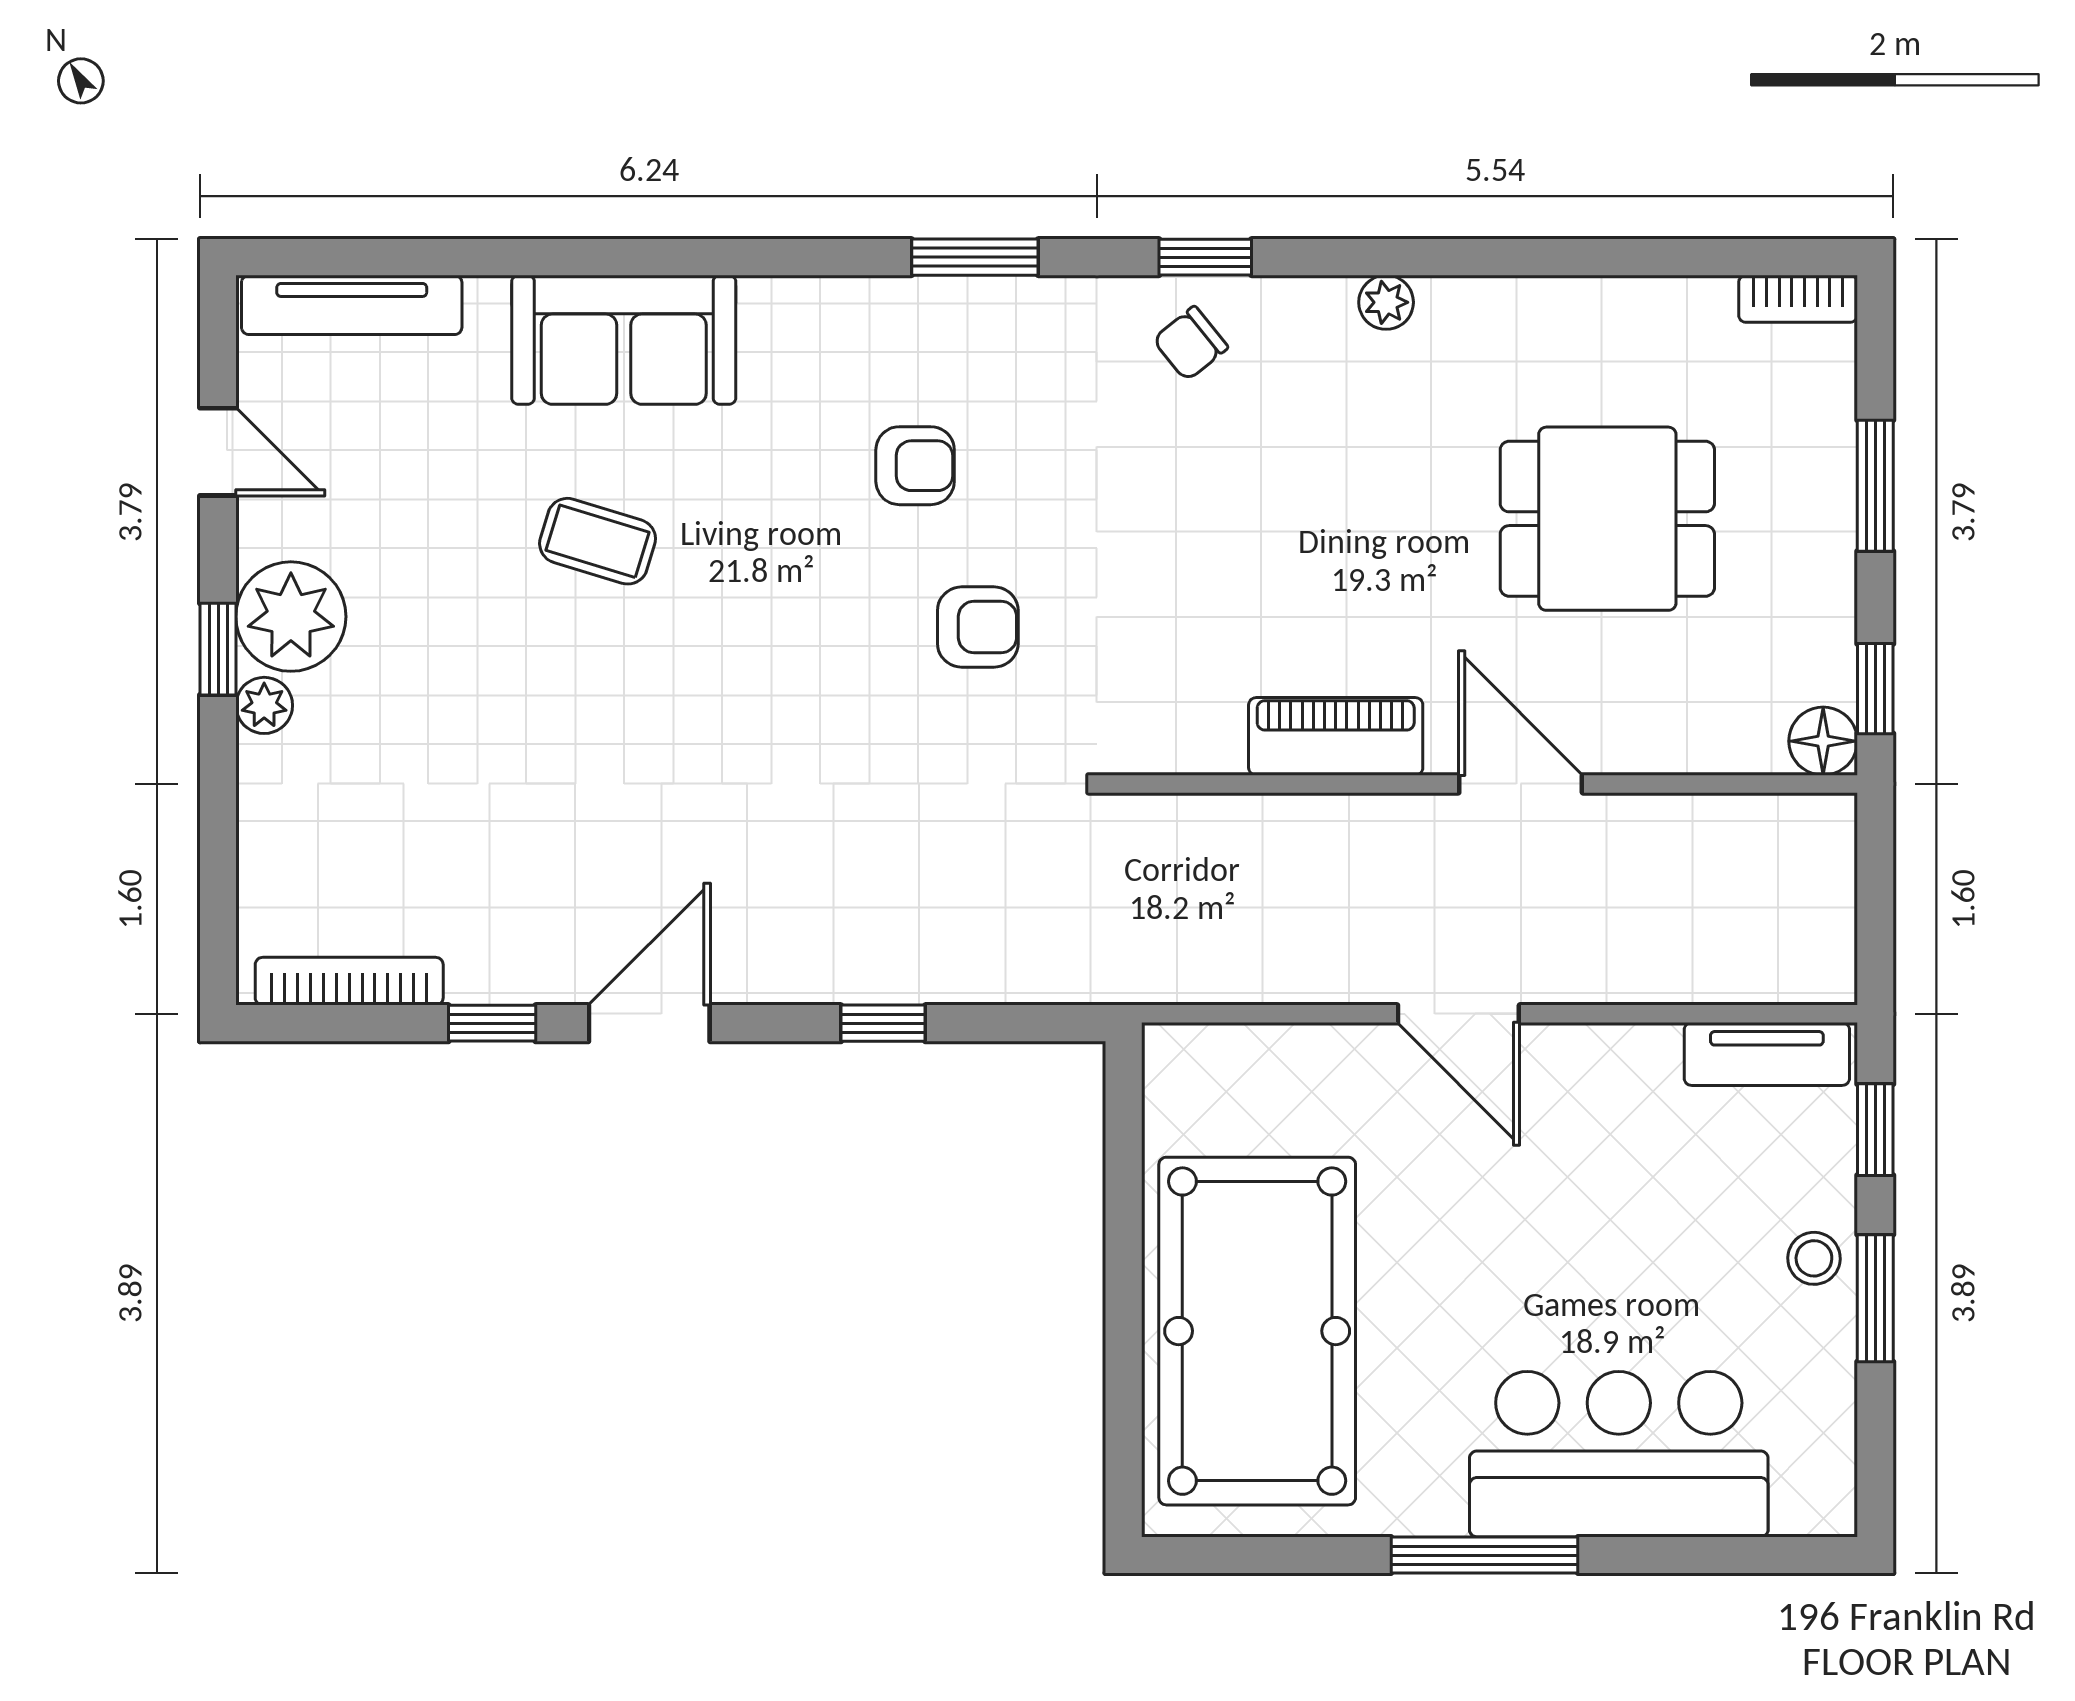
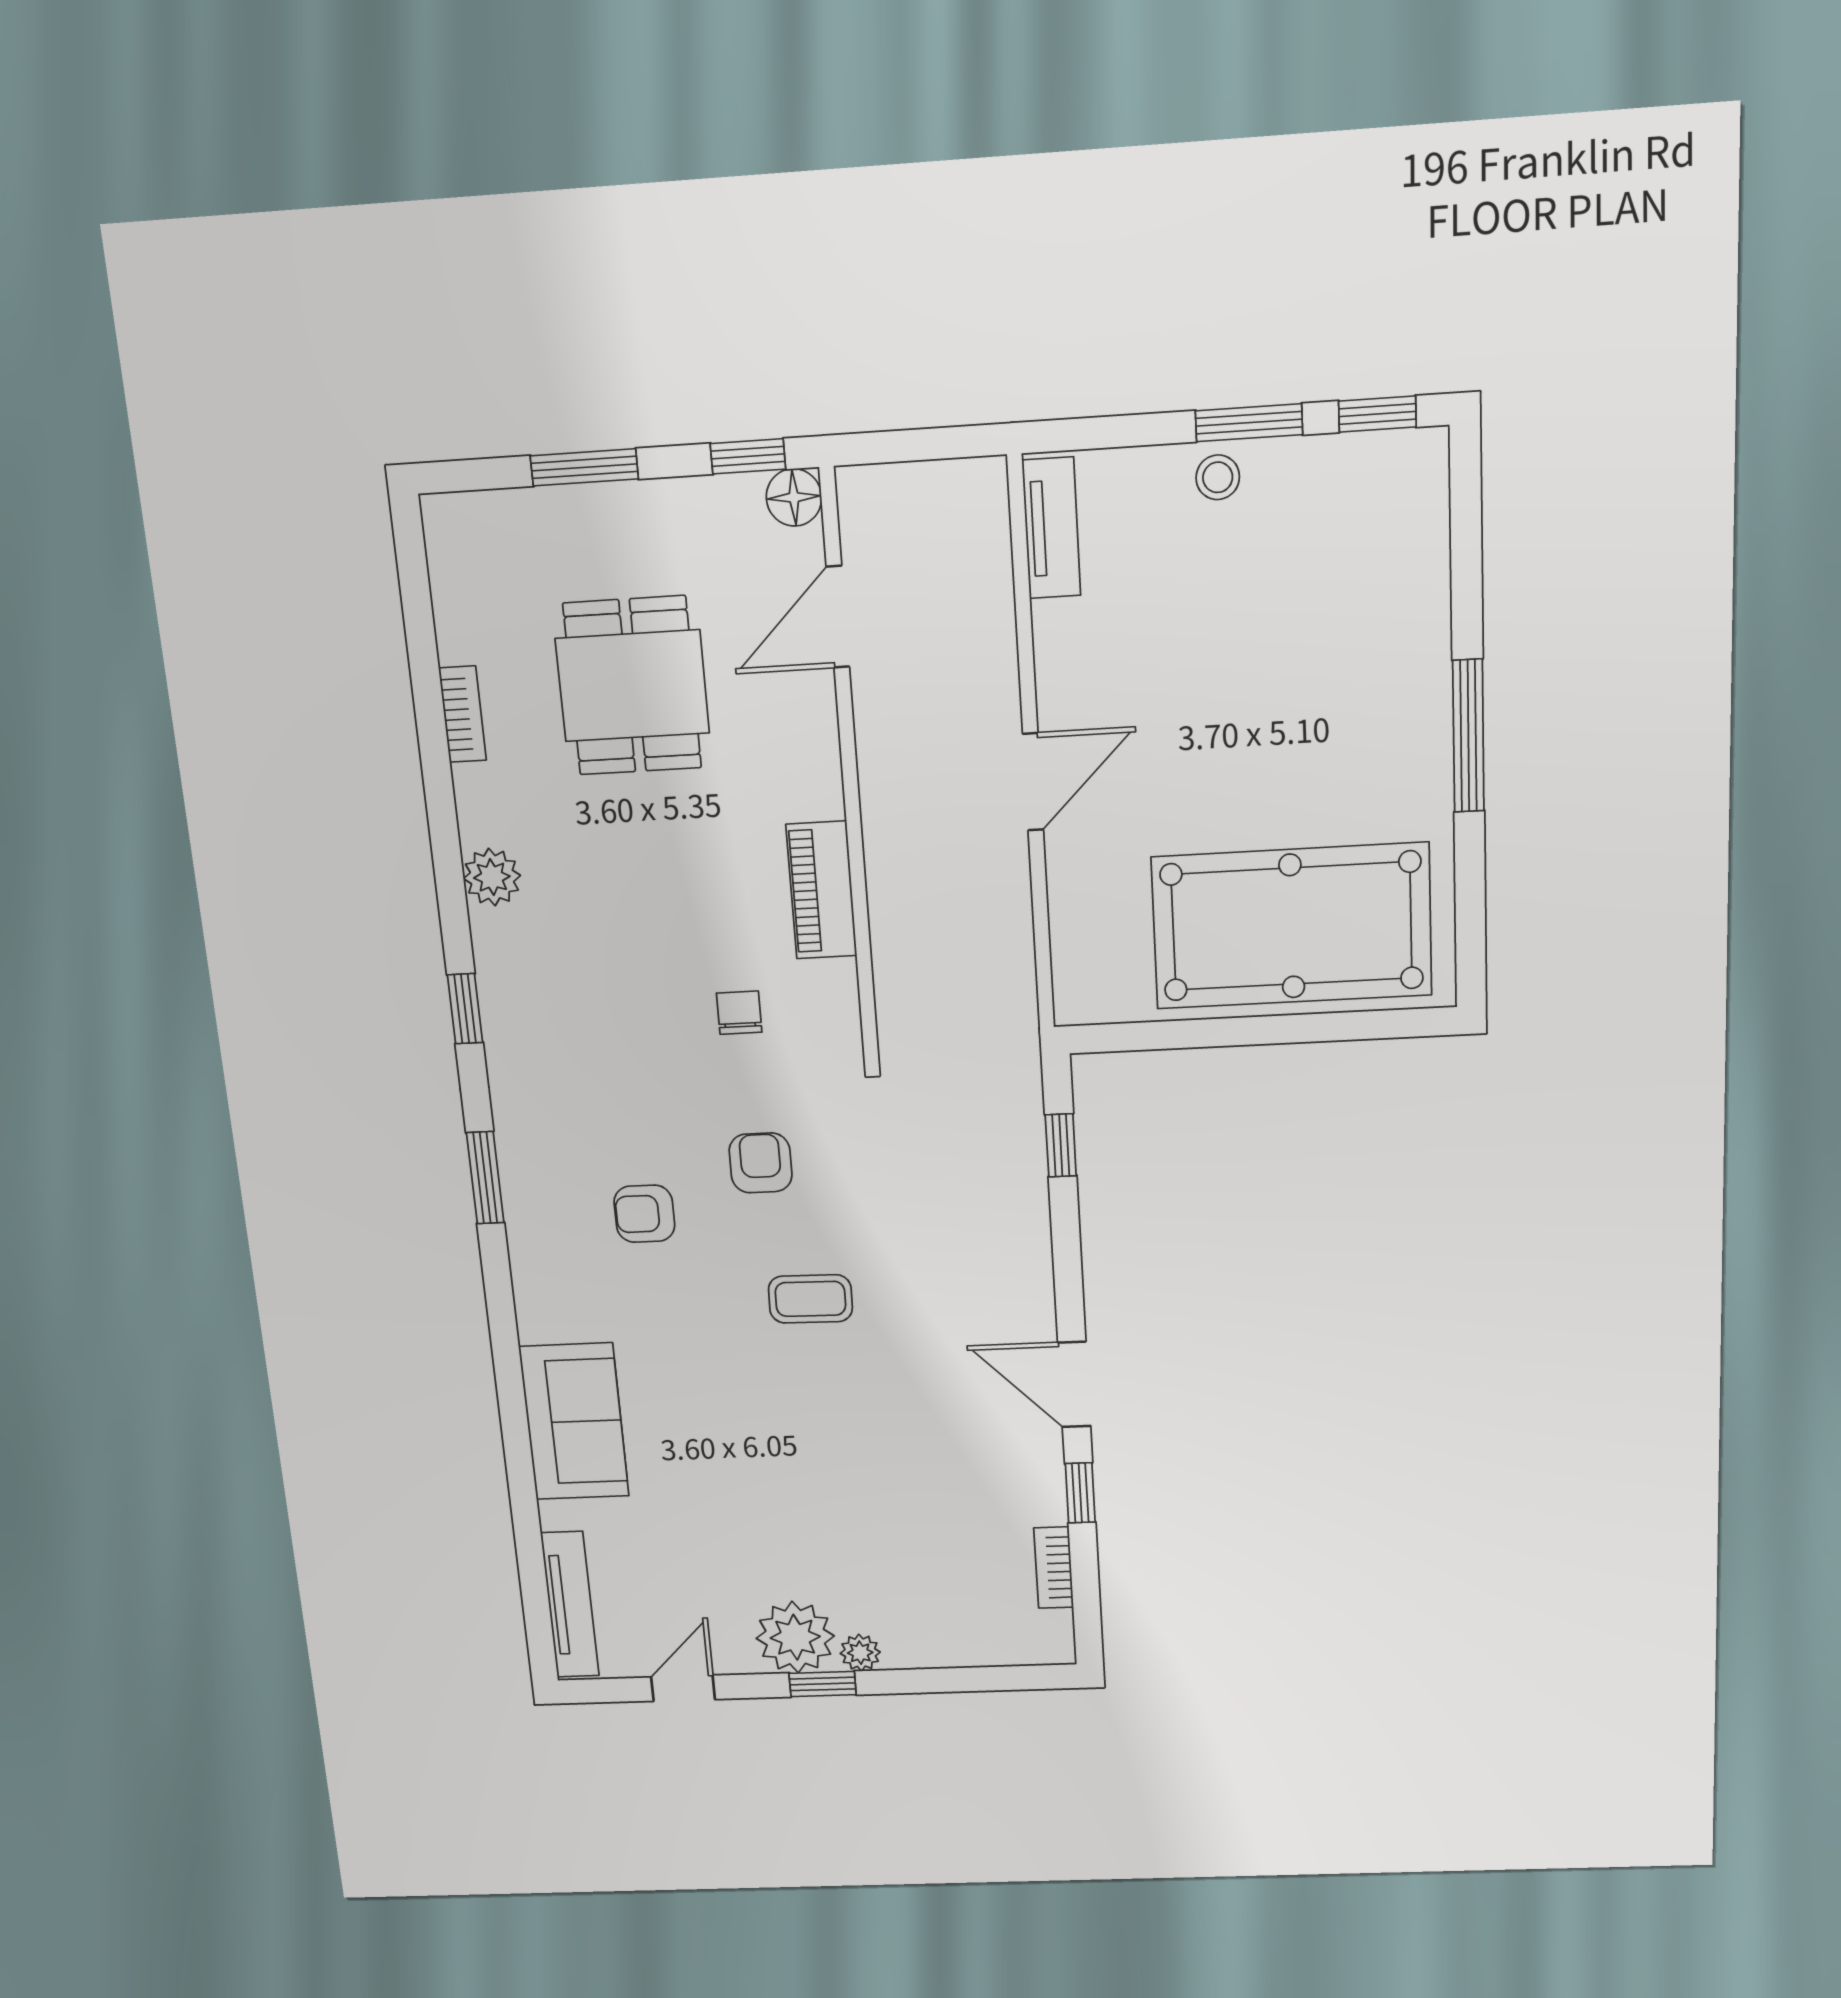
bookcase: (1798, 299) -> (463, 714), moved
plant: (1386, 302) -> (492, 877), width x1.38, depth x1.38
chair: (1190, 343) -> (739, 1013), moved, turned -141
armchair: (915, 466) -> (644, 1214), turned -90
coffee table: (598, 541) -> (810, 1299), moved, turned 74
door: (1521, 784) -> (838, 617), moved
bookcase: (349, 981) -> (1054, 1568), width x0.64
window: (883, 1023) -> (1061, 1145), moved
window: (1875, 1130) -> (1377, 414), moved
bar counter: (1619, 1454) -> (1384, 631), removed

